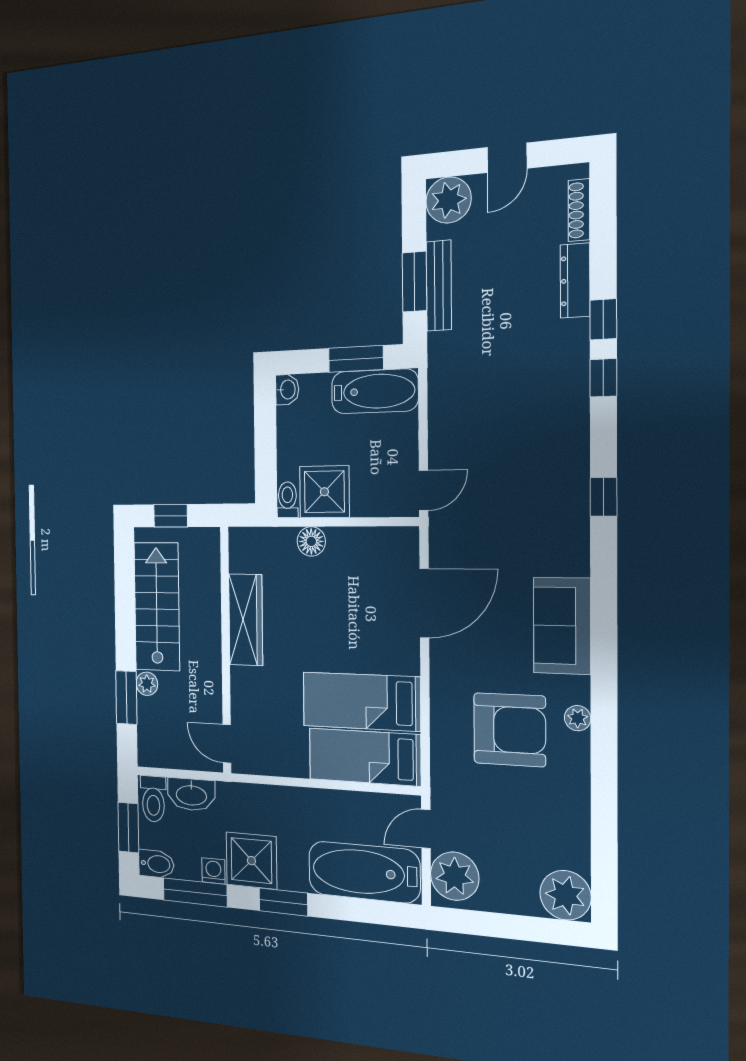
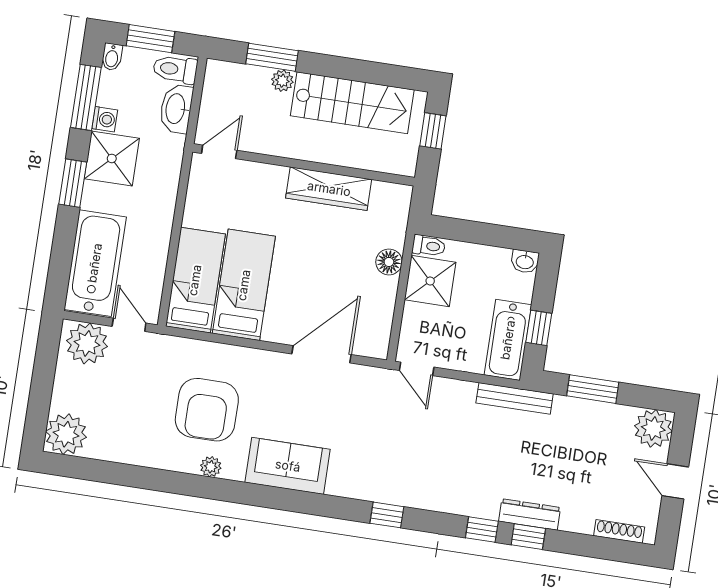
dresser: (575, 281) -> (530, 514), moved
bench: (439, 286) -> (515, 398), moved
window: (356, 359) -> (539, 328), width x0.67
door: (424, 603) -> (321, 354), swing flipped
bidet: (156, 864) -> (112, 57), width x0.72, depth x0.74

